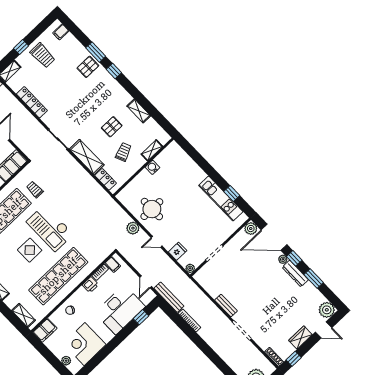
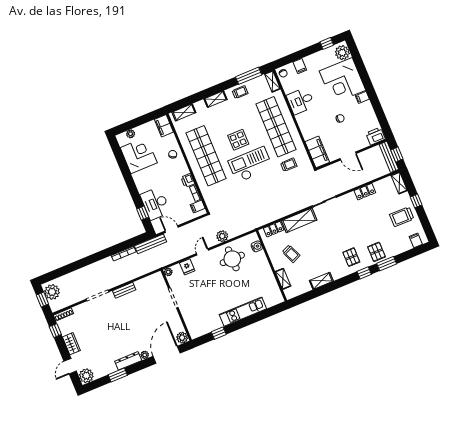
locker: (32, 102) -> (365, 192), width x0.66
pallet: (112, 127) -> (351, 257), moved
water cooler: (152, 167) -> (257, 246), moved
kitchen unit: (221, 199) -> (243, 312), moved
window: (294, 258) -> (142, 365), removed
desk: (120, 310) -> (155, 203), width x0.73, depth x0.77

